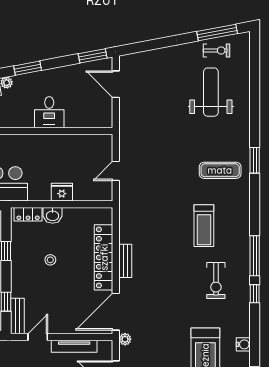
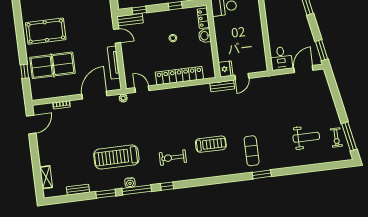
weight bench: (211, 92) -> (306, 137), width x0.73, depth x0.75
desk: (49, 112) -> (281, 58), moved, turned -90
door: (116, 171) -> (242, 77), swing flipped
fridge: (62, 192) -> (226, 69), moved
treadmill: (204, 226) -> (211, 144), turned 180
window: (255, 256) -> (137, 190), moved
bench: (125, 261) -> (222, 86), moved
door: (116, 312) -> (142, 89), width x0.53

